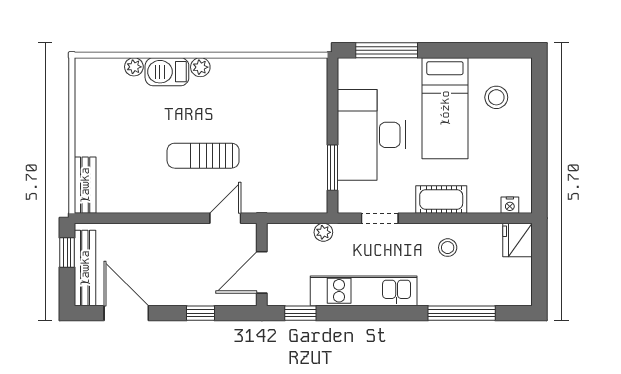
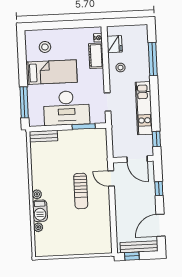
bench: (85, 185) -> (43, 136), moved
cot: (441, 200) -> (96, 56), moved
plant: (323, 232) -> (116, 129), removed
fridge: (518, 240) -> (114, 44), moved, turned -90

